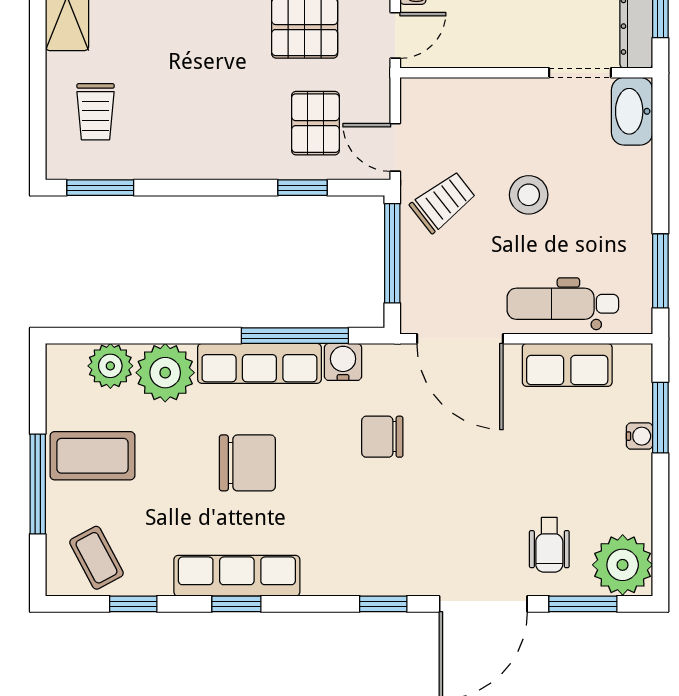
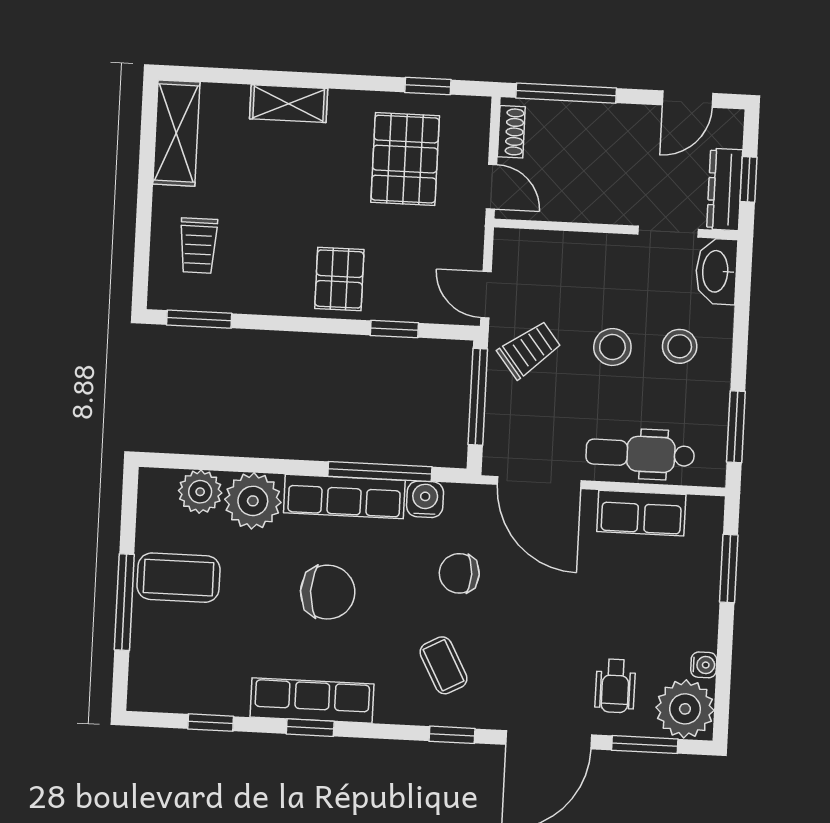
door: (395, 35) -> (491, 187), hinge flipped
pallet: (315, 123) -> (339, 279), moved
stool: (598, 191) -> (680, 346), added
water cooler: (640, 436) -> (704, 665), moved
coffee table: (96, 558) -> (443, 665), moved

